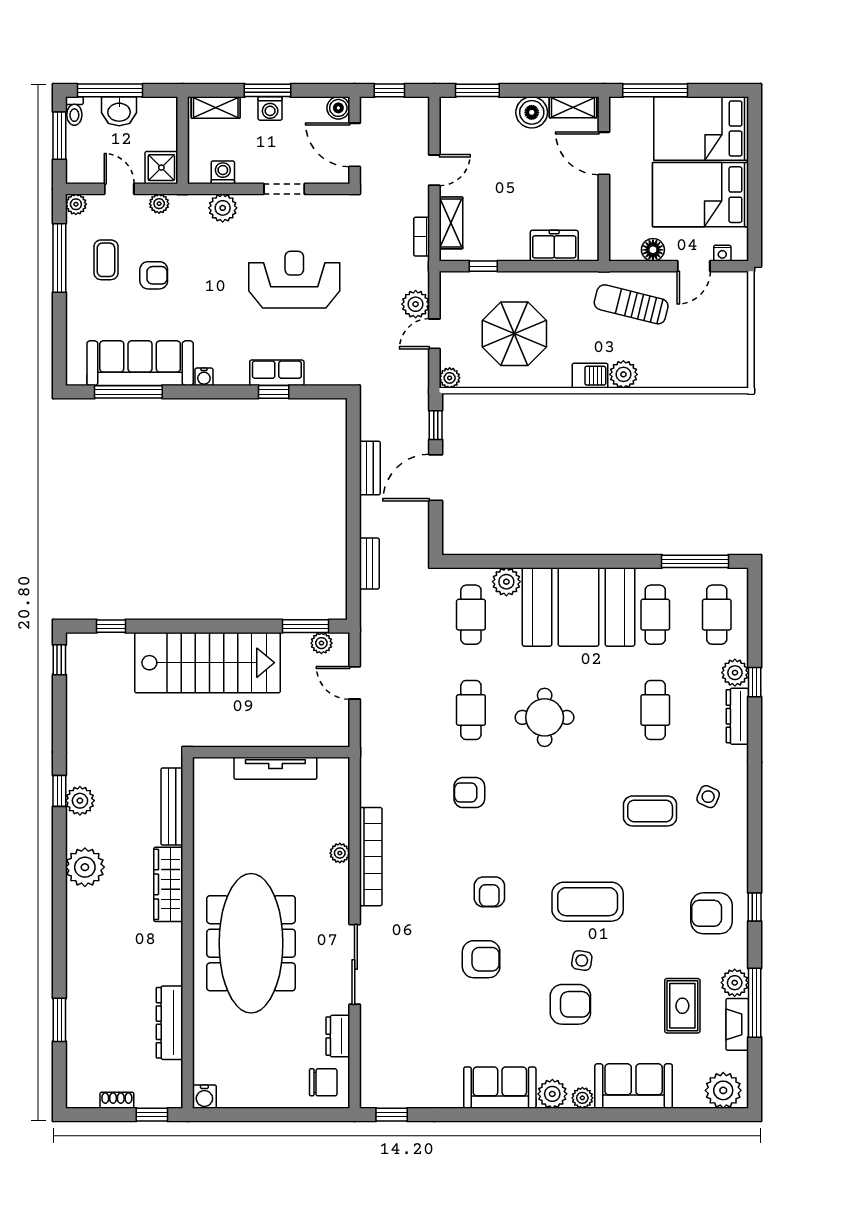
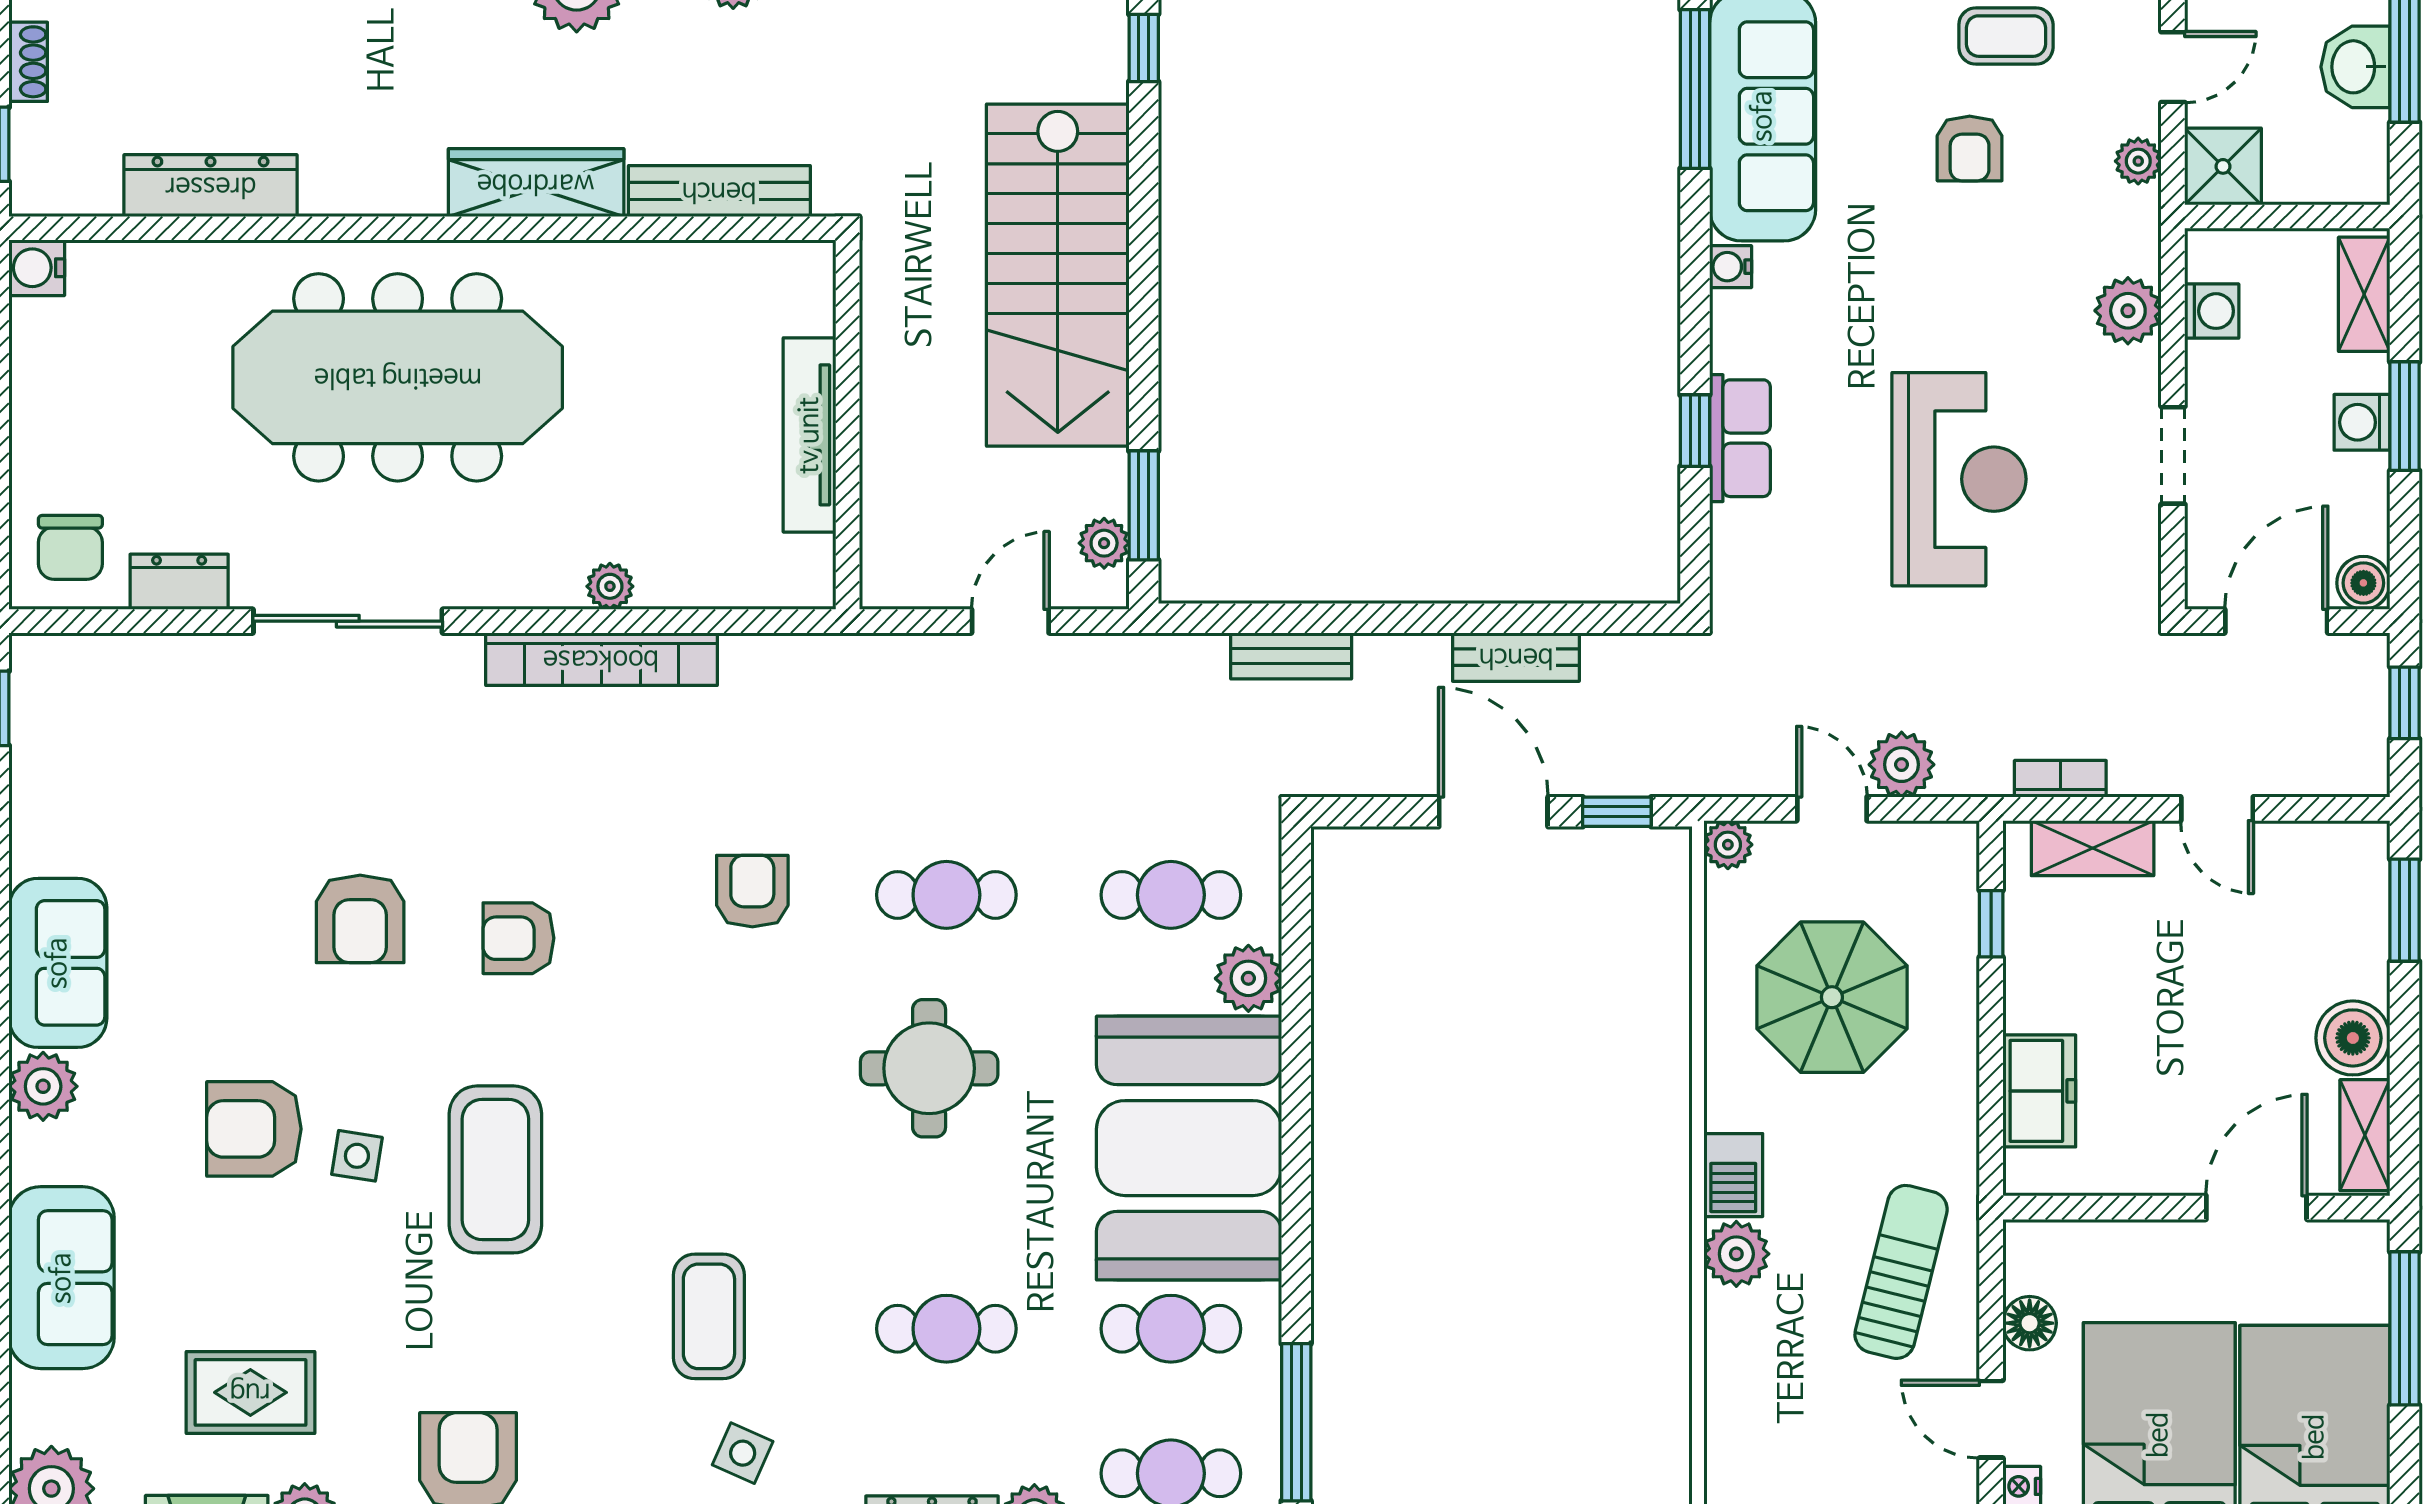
armchair: (570, 1004) -> (254, 1129), turned 90
plant: (582, 1098) -> (34, 1157), removed

